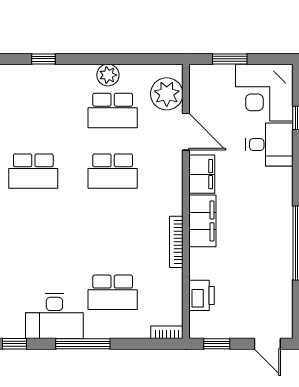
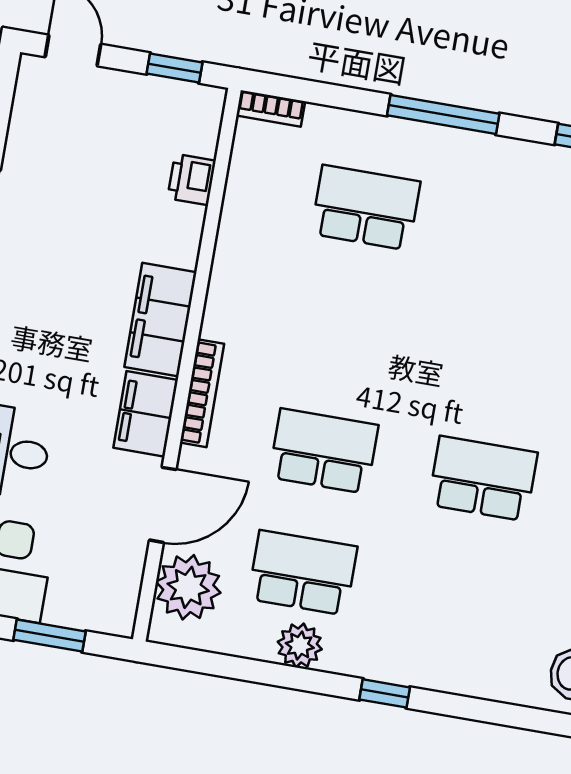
window: (44, 59) -> (385, 693), moved
door: (186, 132) -> (163, 505), swing flipped
bookcase: (176, 242) -> (202, 393), moved
printer: (202, 295) -> (192, 179), width x0.73, depth x0.81
desk: (54, 316) -> (491, 180), removed

